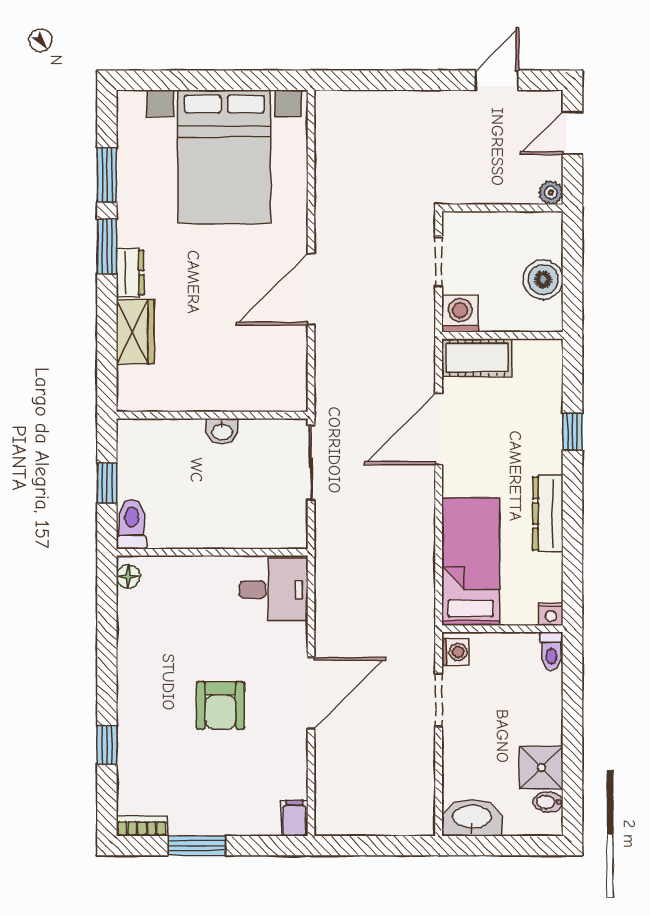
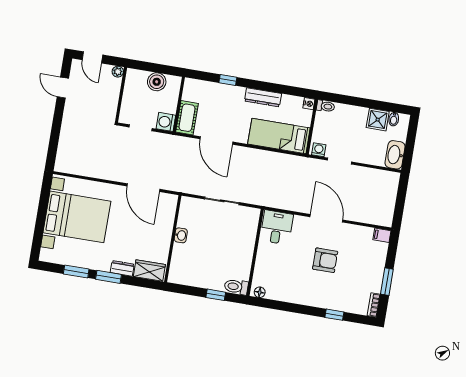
wall: (212, 415) -> (173, 239), moved
washbasin: (222, 431) -> (181, 235), moved

